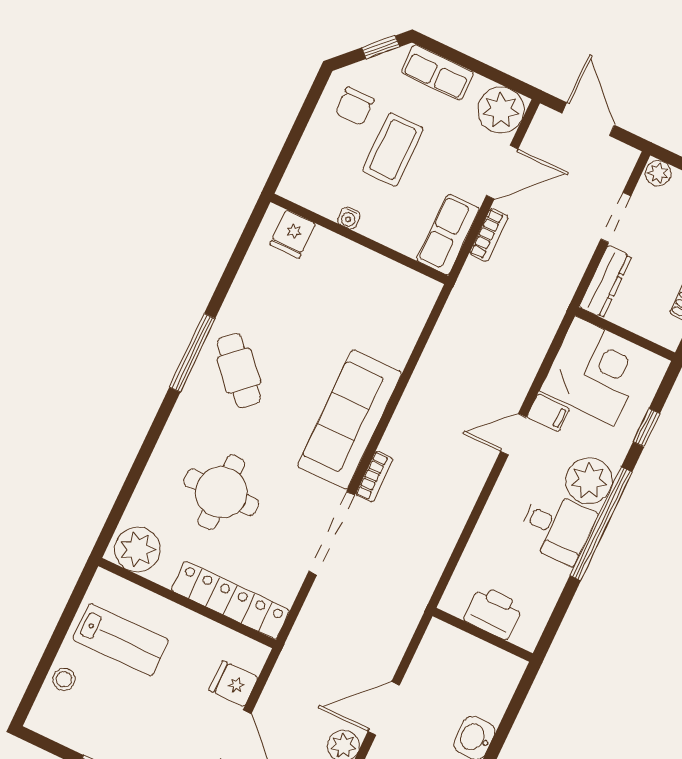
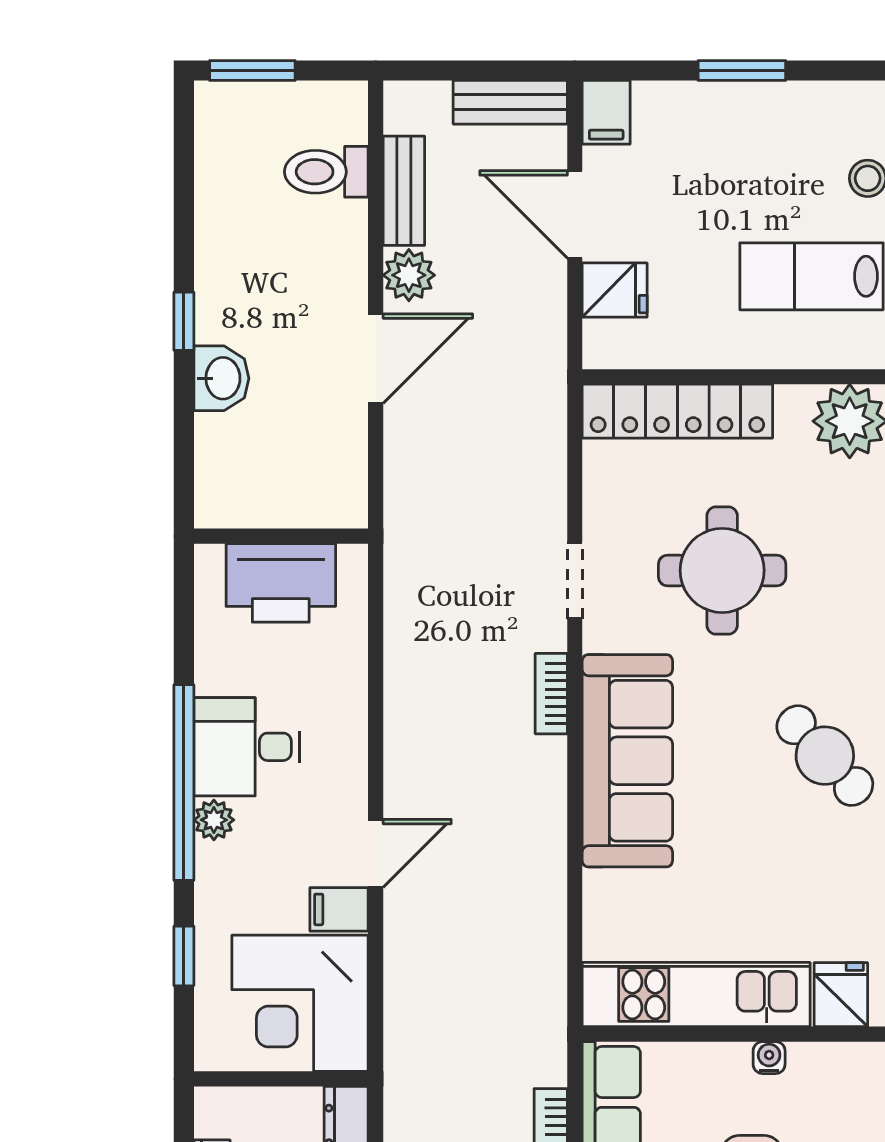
kitchen unit: (373, 272) -> (696, 995), added
plant: (589, 481) -> (214, 820), width x0.53, depth x0.53
round table: (221, 492) -> (722, 570), moved
doorway: (332, 533) -> (575, 580), width x0.53
printer: (493, 612) -> (281, 583), width x1.37, depth x1.19

